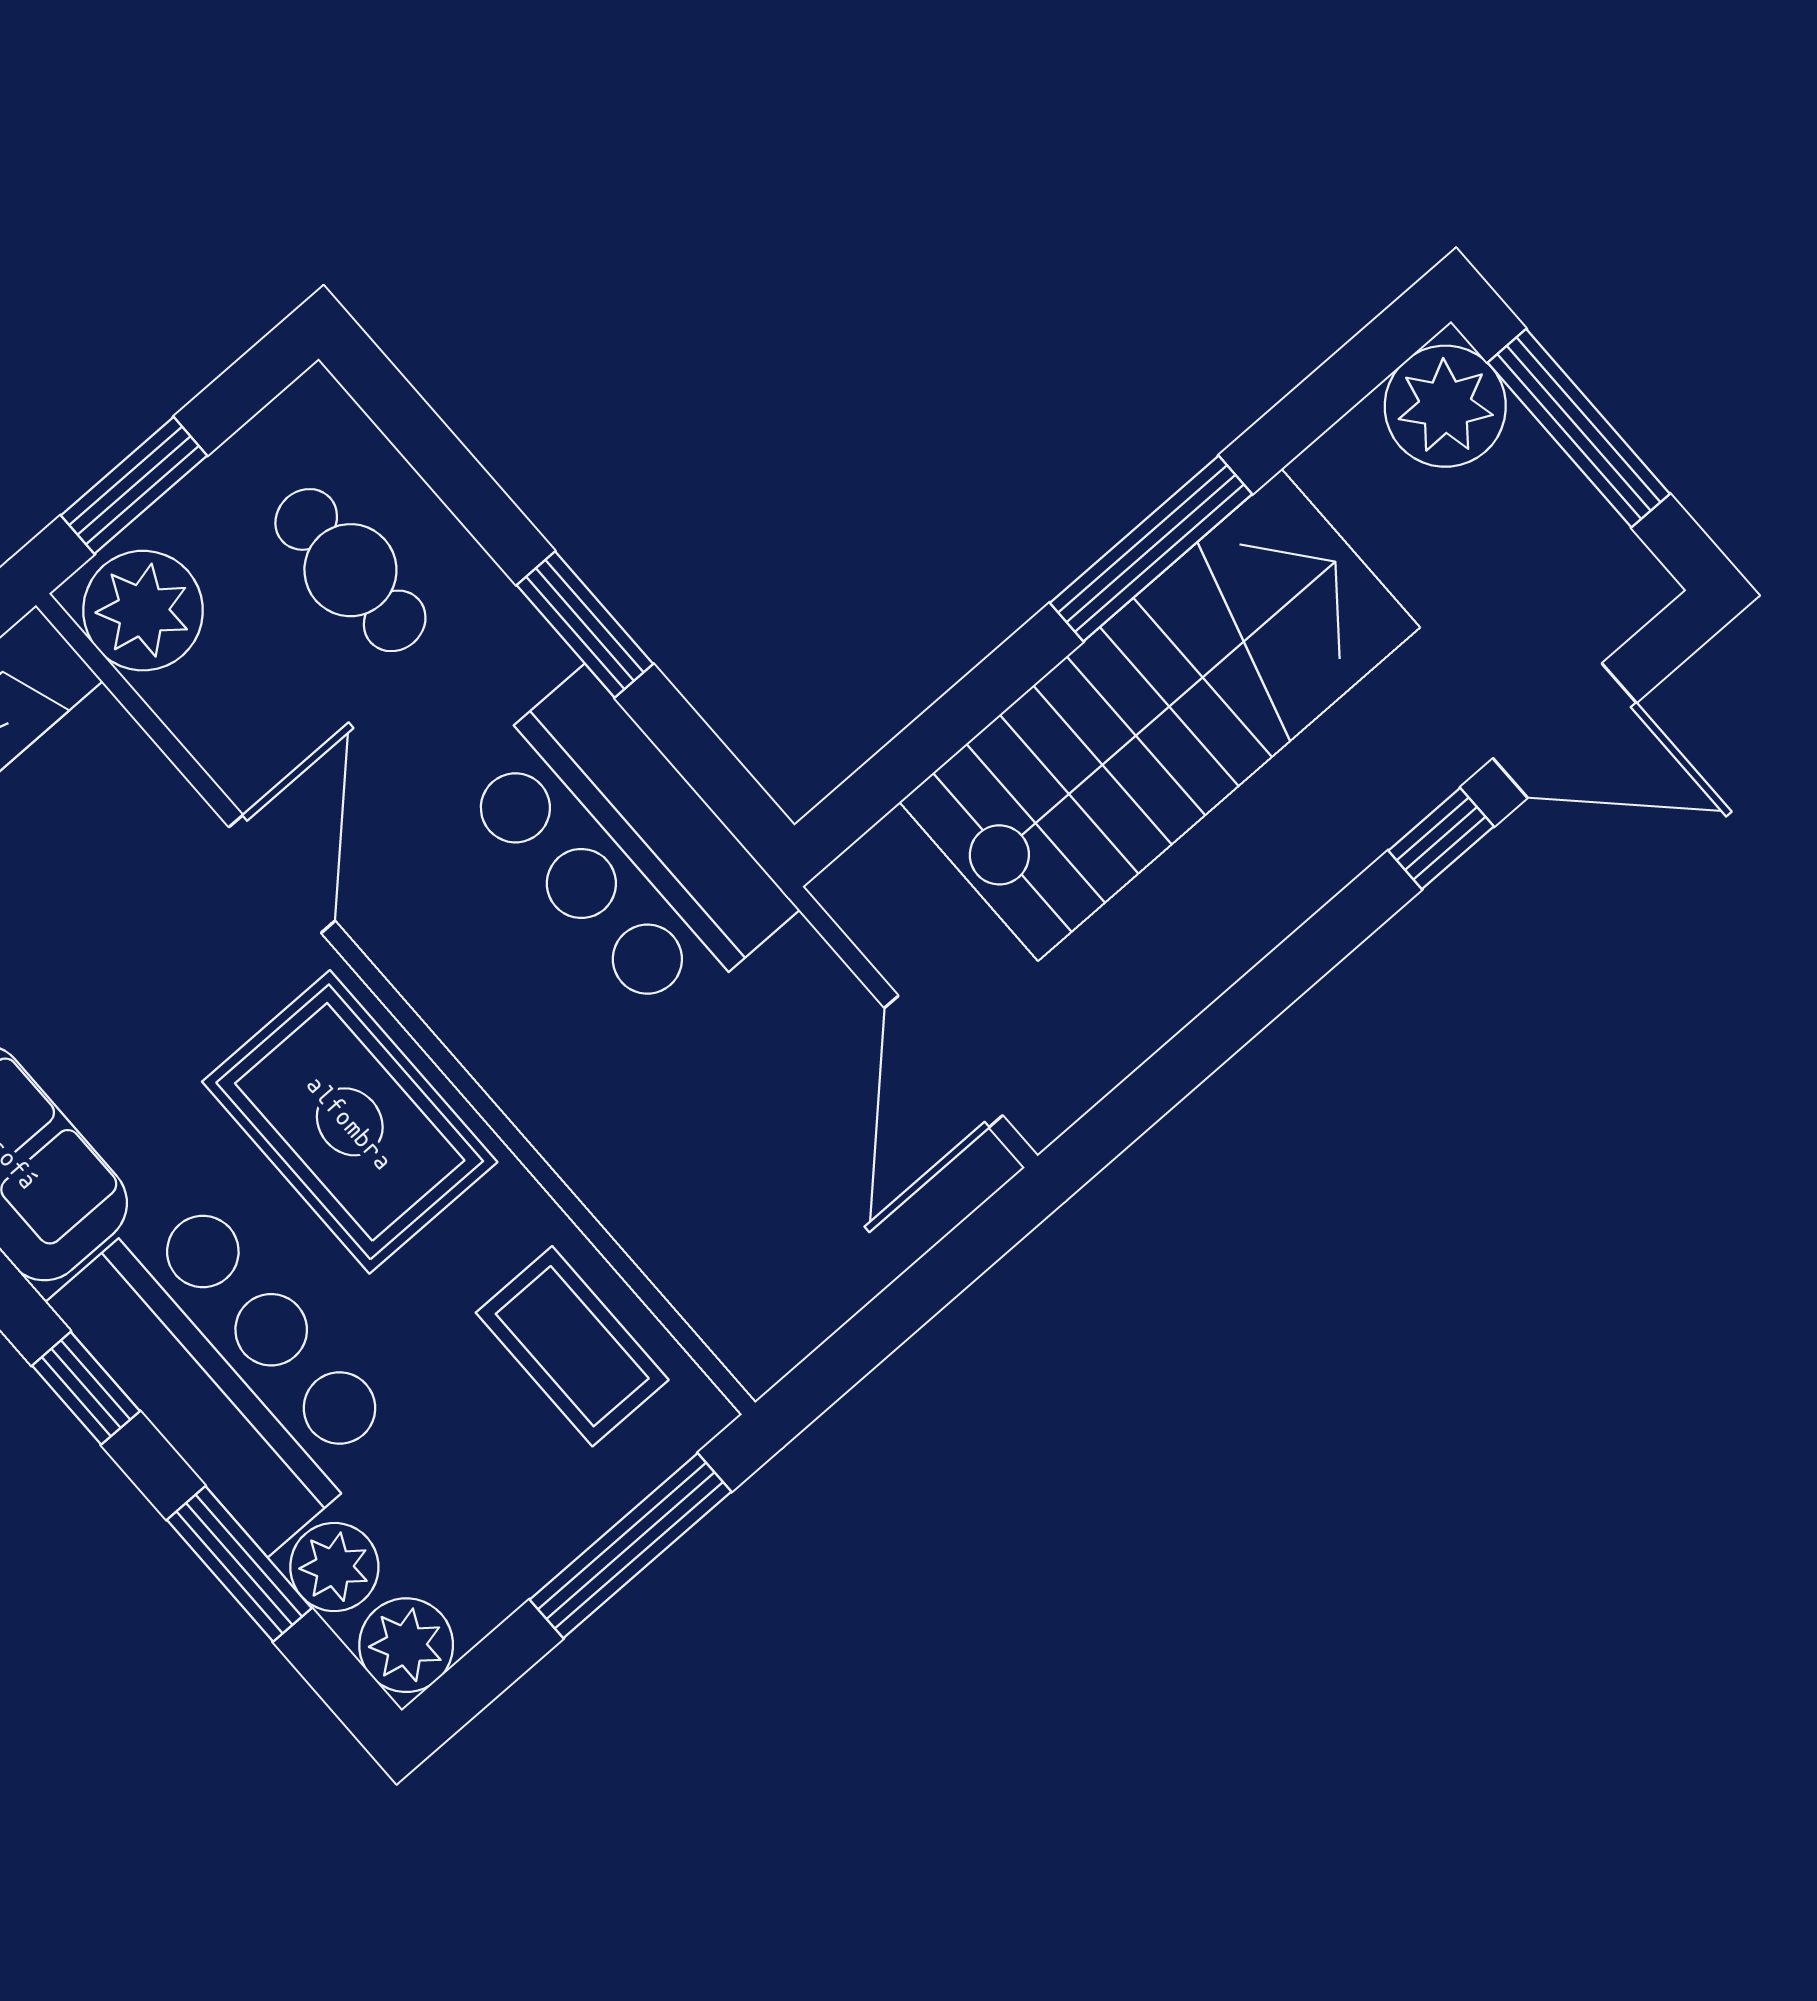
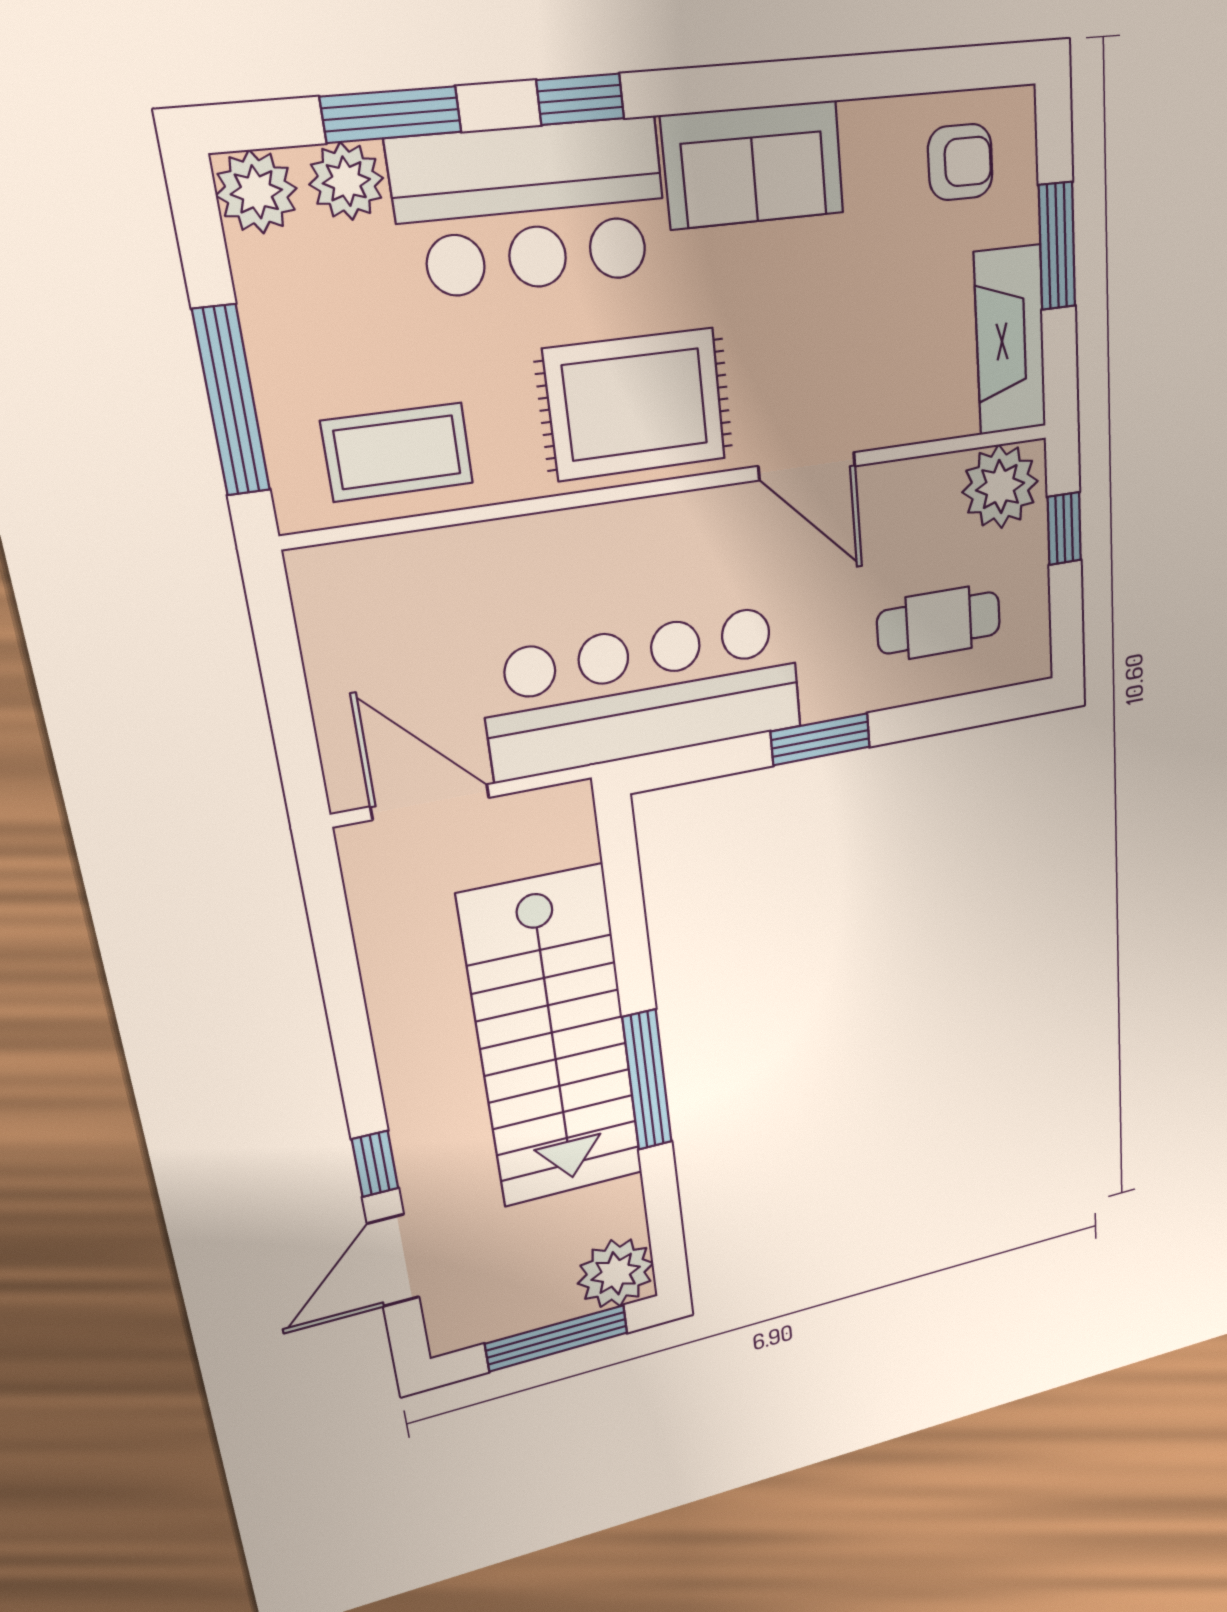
window: (134, 485) -> (1064, 529), width x0.67
bar counter: (624, 846) -> (644, 692), width x1.36

